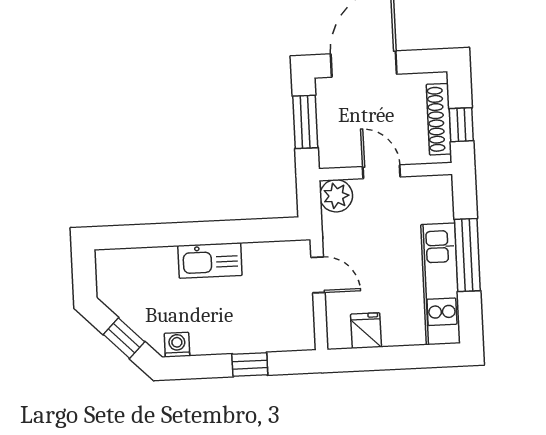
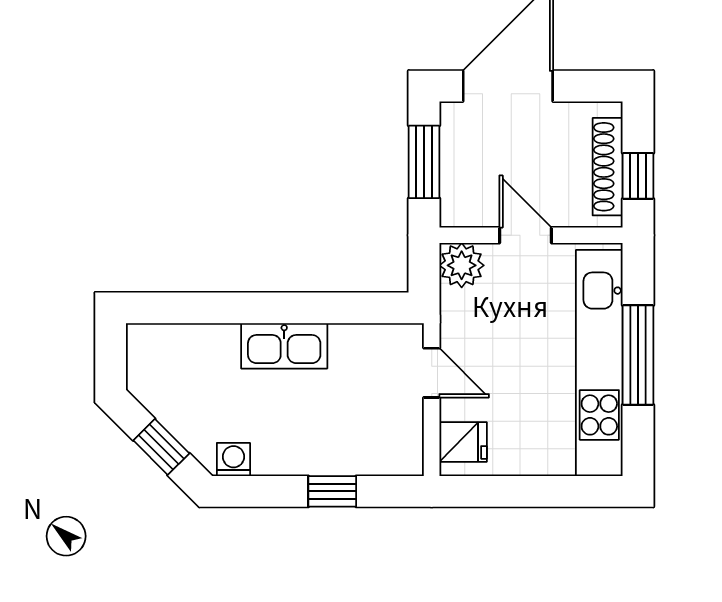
kitchen unit: (441, 284) -> (599, 363), width x1.36
fridge: (366, 331) -> (463, 442), moved, turned 90

